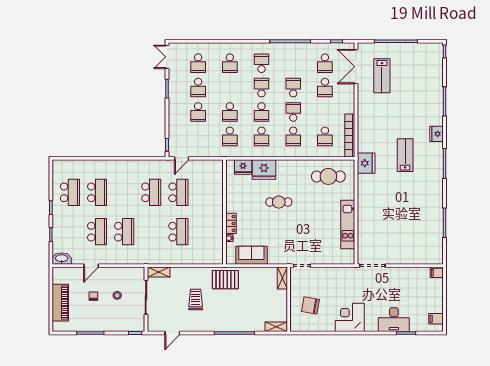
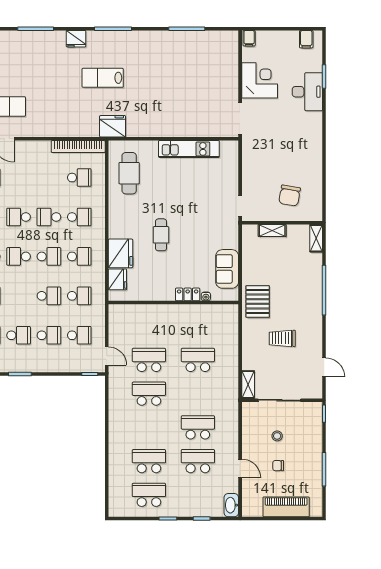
school desk: (325, 88) -> (79, 335), moved
shelving: (282, 278) -> (272, 231), moved
corner desk: (350, 317) -> (260, 80), moved, turned 180

